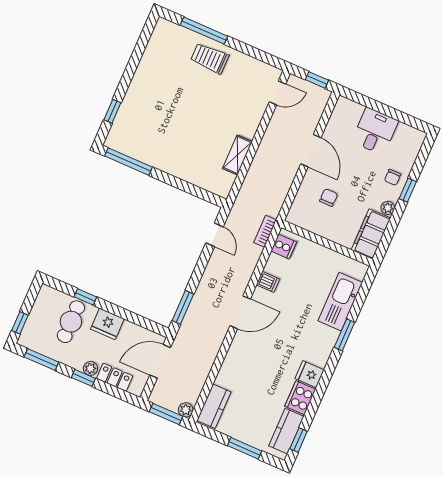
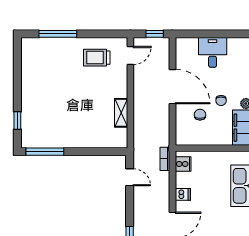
trolley: (210, 58) -> (97, 58), moved
door: (311, 151) -> (172, 87), width x1.36
chair: (393, 177) -> (221, 100), moved

